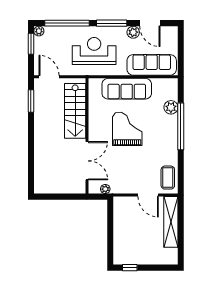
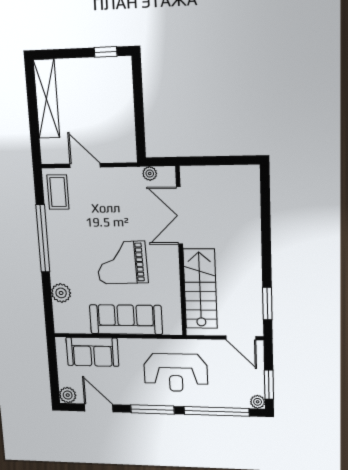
plant: (133, 32) -> (68, 395), moved
sofa: (152, 65) -> (92, 352), width x0.73
window: (181, 126) -> (43, 238), moved
grand piano: (127, 129) -> (122, 263), turned 88
shelving: (171, 222) -> (47, 99), moved

